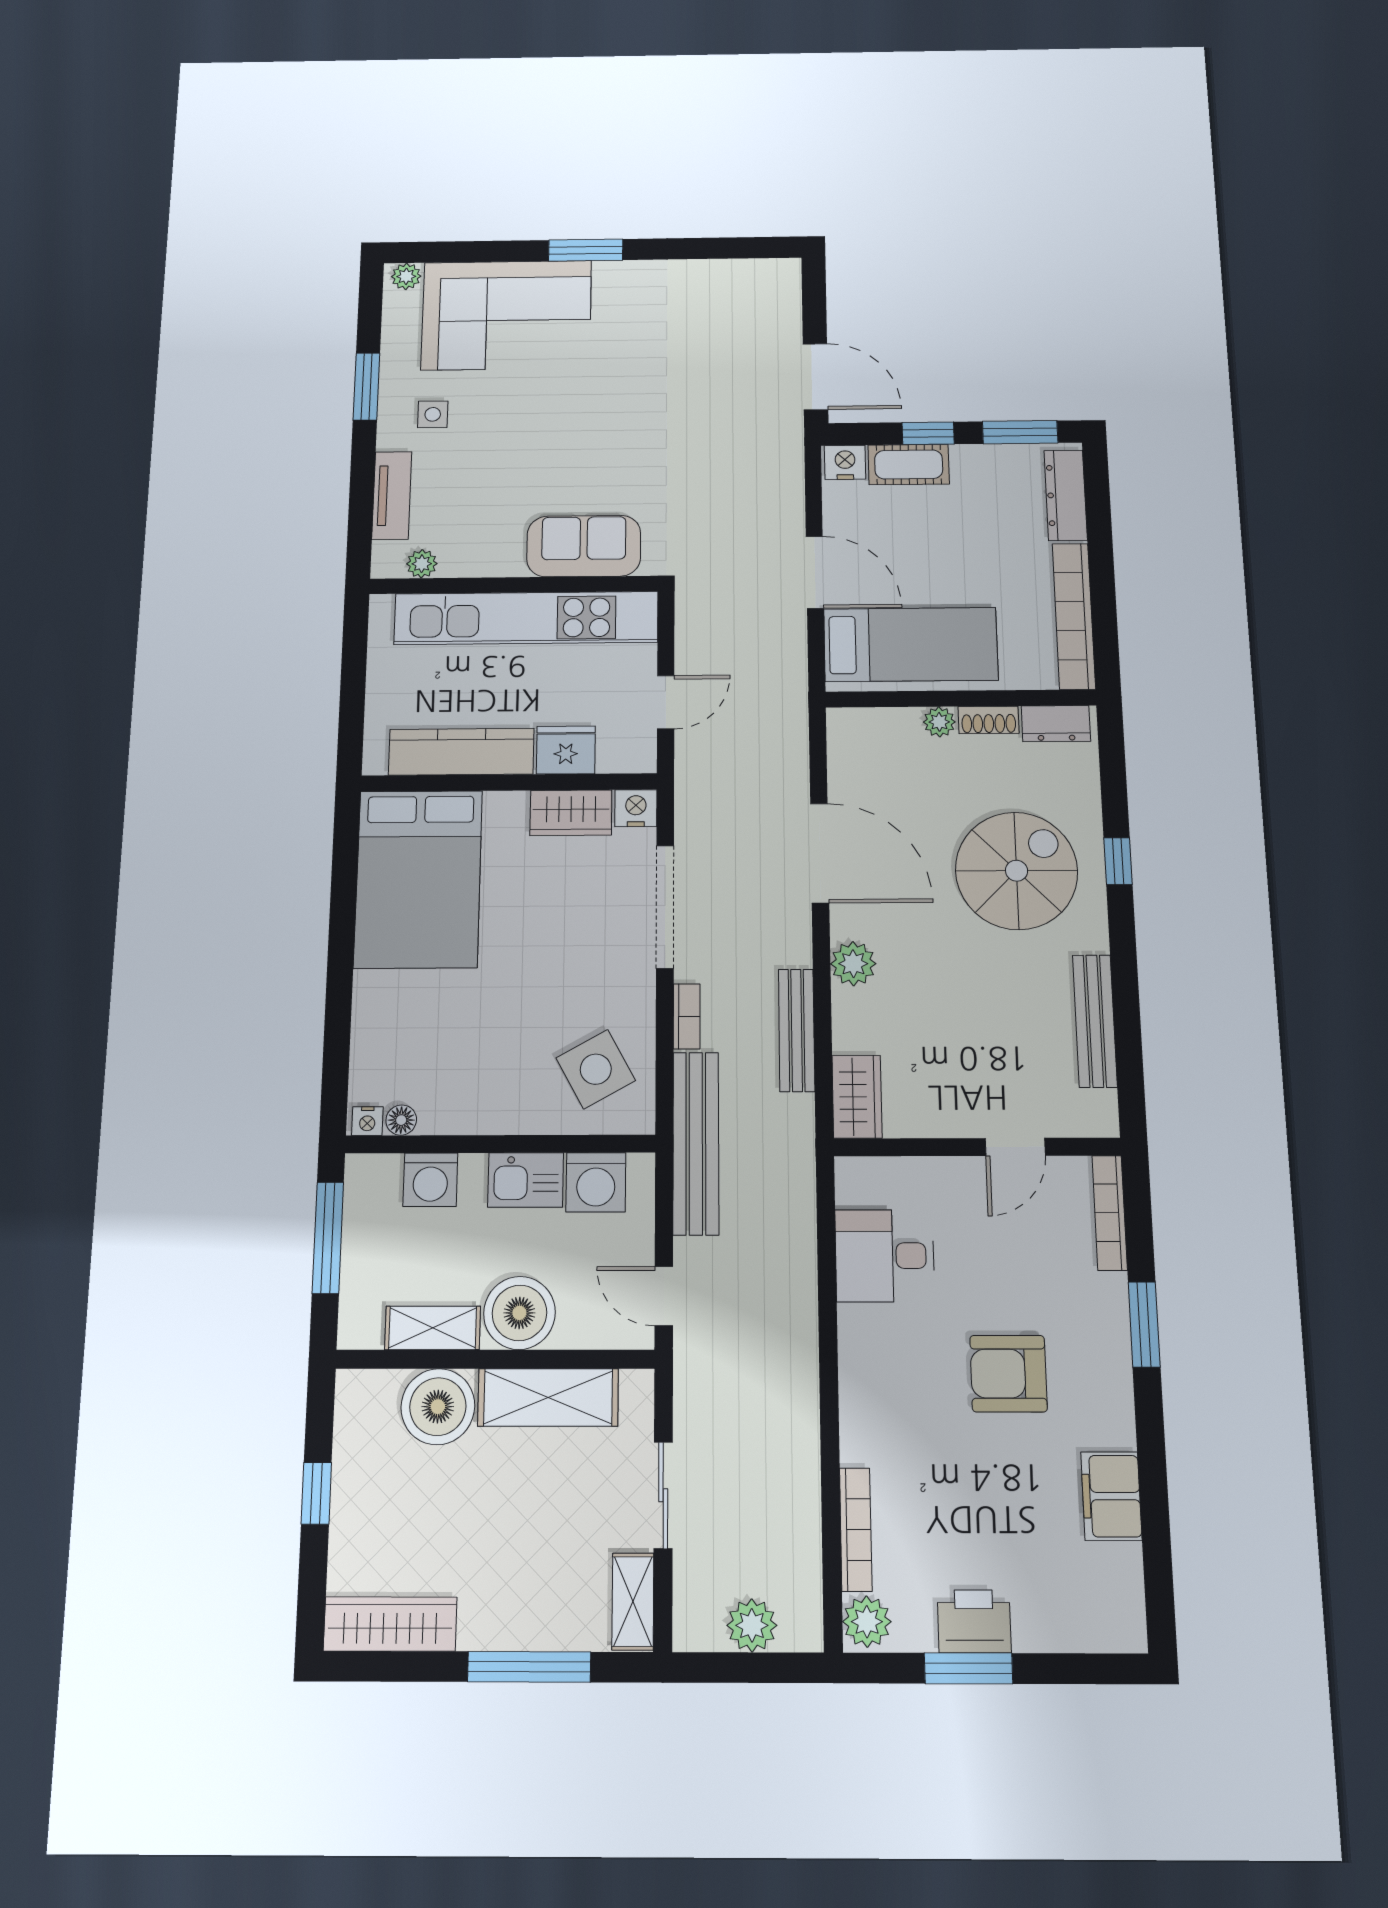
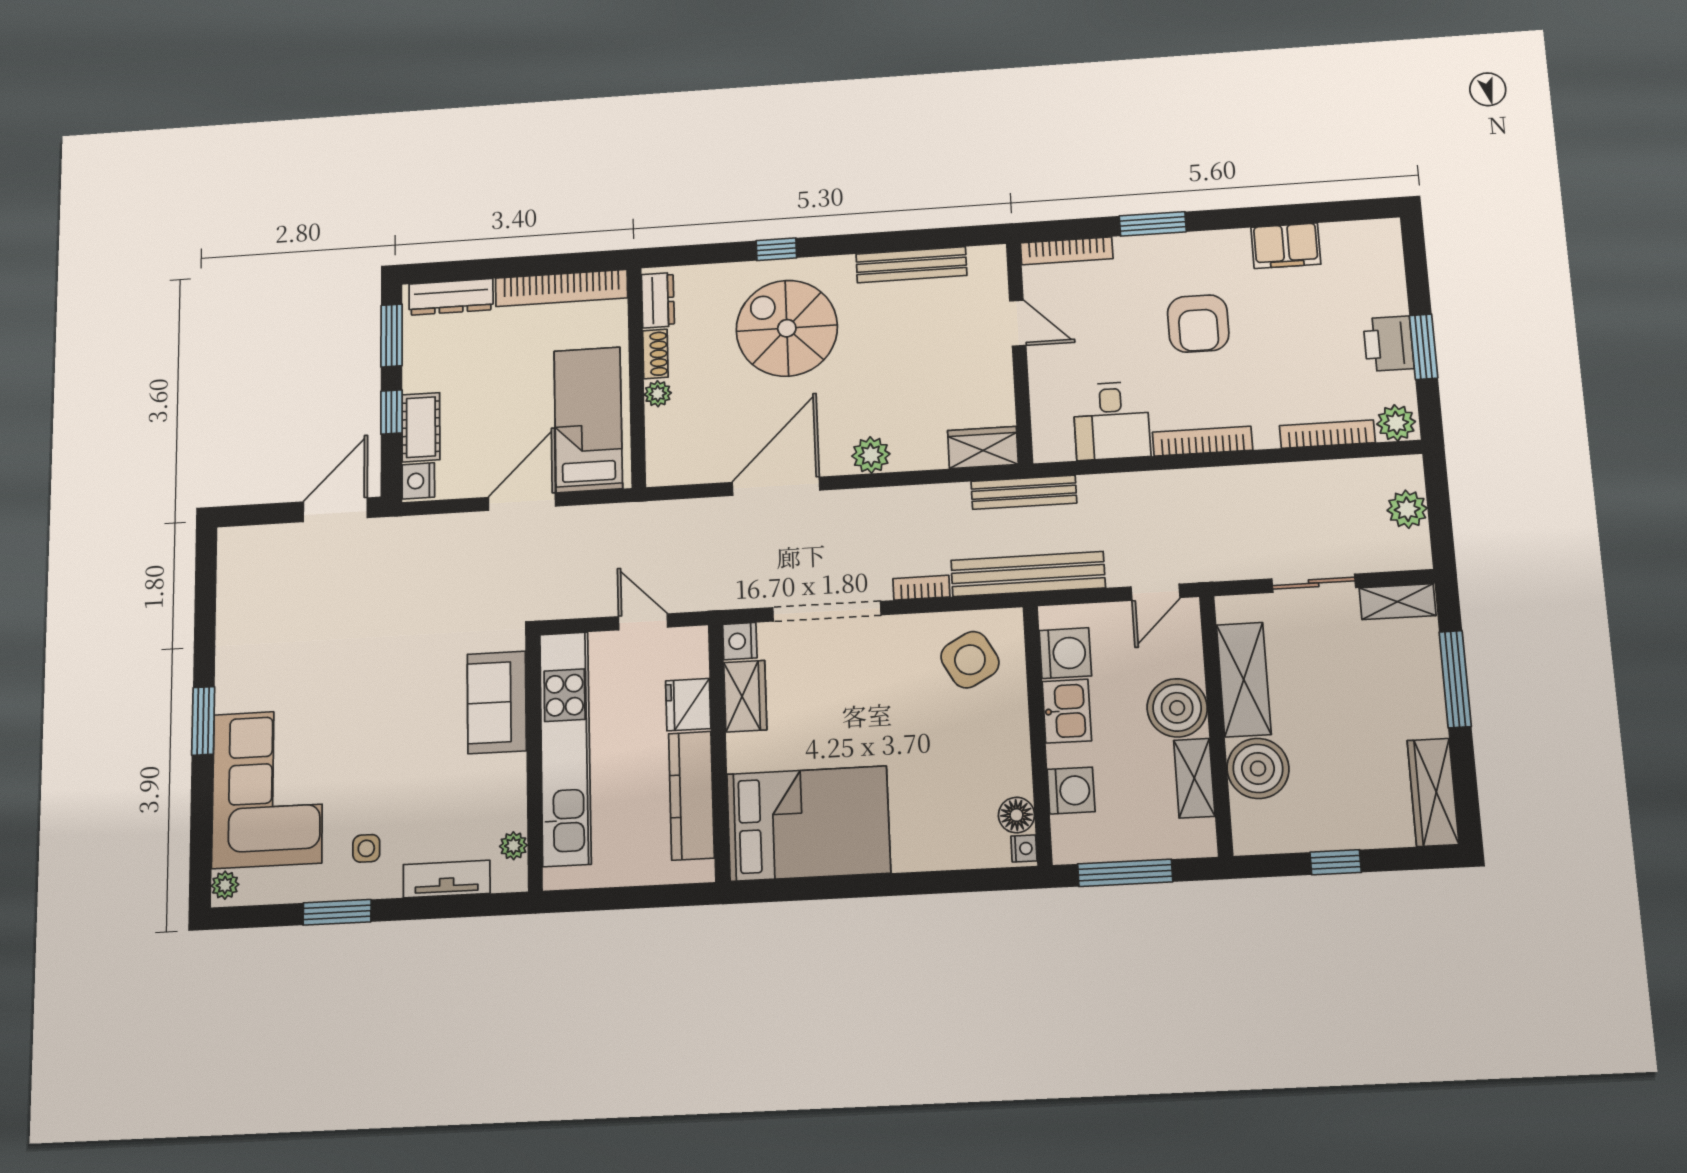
bench: (797, 1030) -> (1024, 492), moved
floor lamp: (401, 1120) -> (1016, 815), width x1.37, depth x1.37
bookcase: (853, 1368) -> (1203, 441), added

